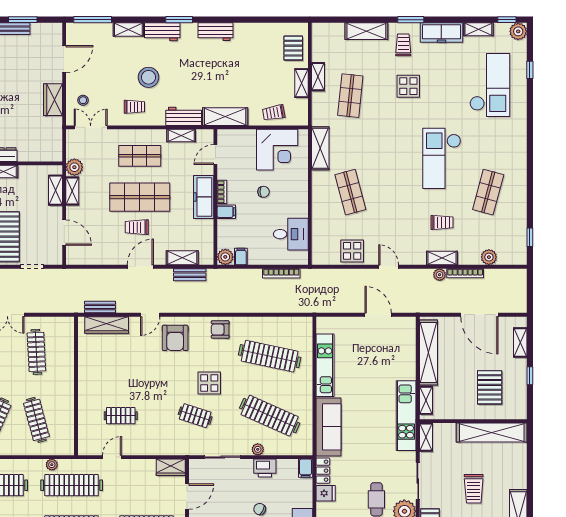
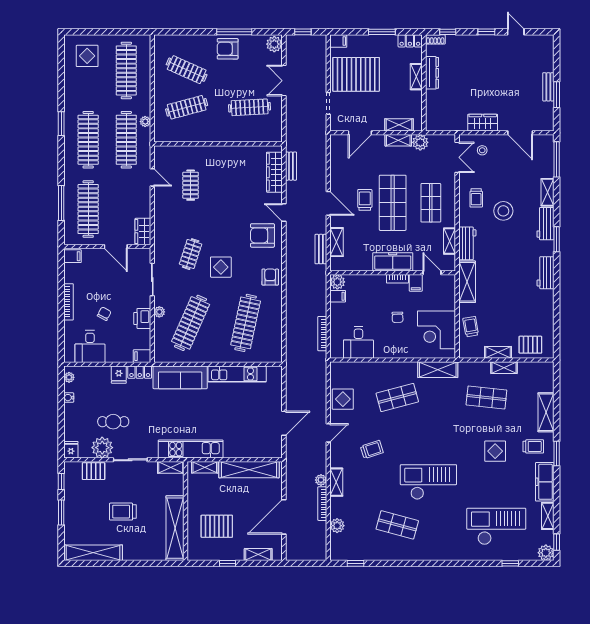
checkout: (490, 85) -> (496, 526), turned 180
filing cabinet: (226, 212) -> (416, 283), moved
trolley: (442, 222) -> (372, 449), moved, turned -108

